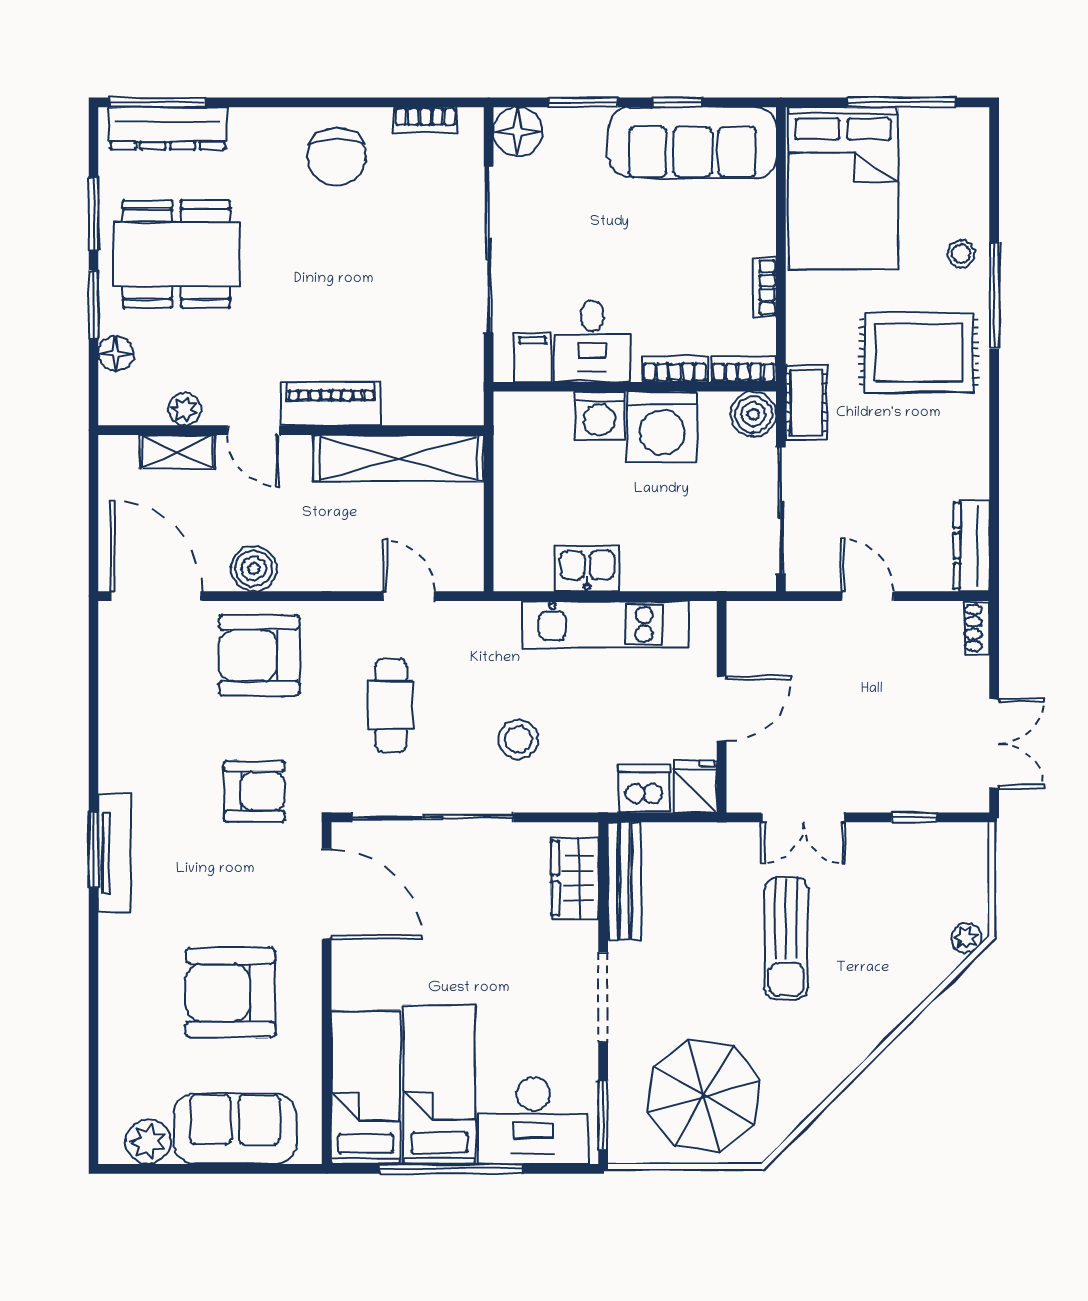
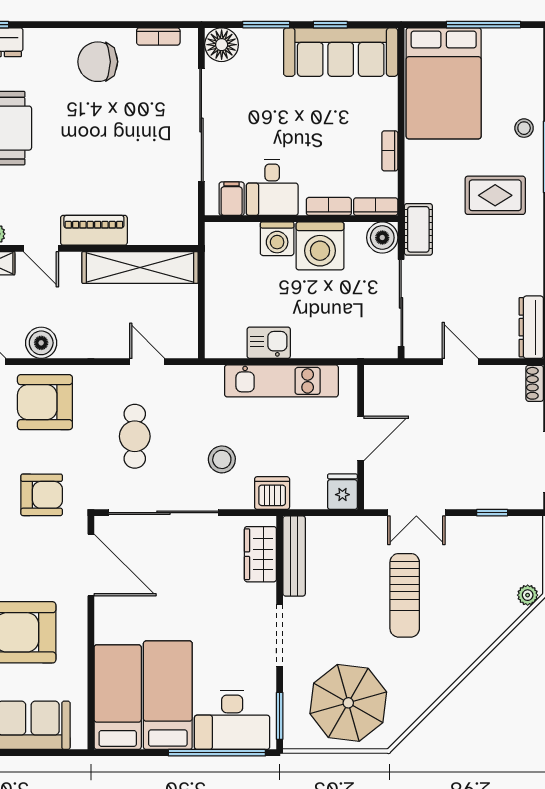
chair: (337, 157) -> (98, 62), turned 90
rug: (919, 352) -> (495, 195), width x0.73, depth x0.70
dishwasher: (644, 789) -> (272, 493), moved
window: (451, 1169) -> (217, 753), moved

